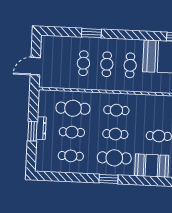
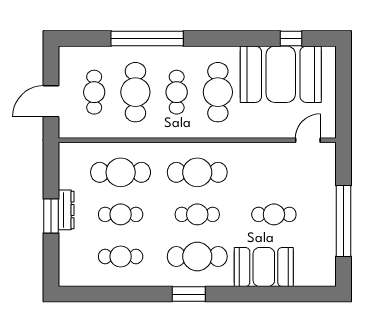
window: (91, 33) -> (147, 38), width x2.11
cafe table: (60, 62) -> (94, 92), added
cafe table: (83, 63) -> (135, 92), width x1.37, depth x1.35
cafe table: (130, 65) -> (218, 92), width x1.37, depth x1.35
cafe table: (116, 110) -> (197, 172), width x1.37, depth x1.35

